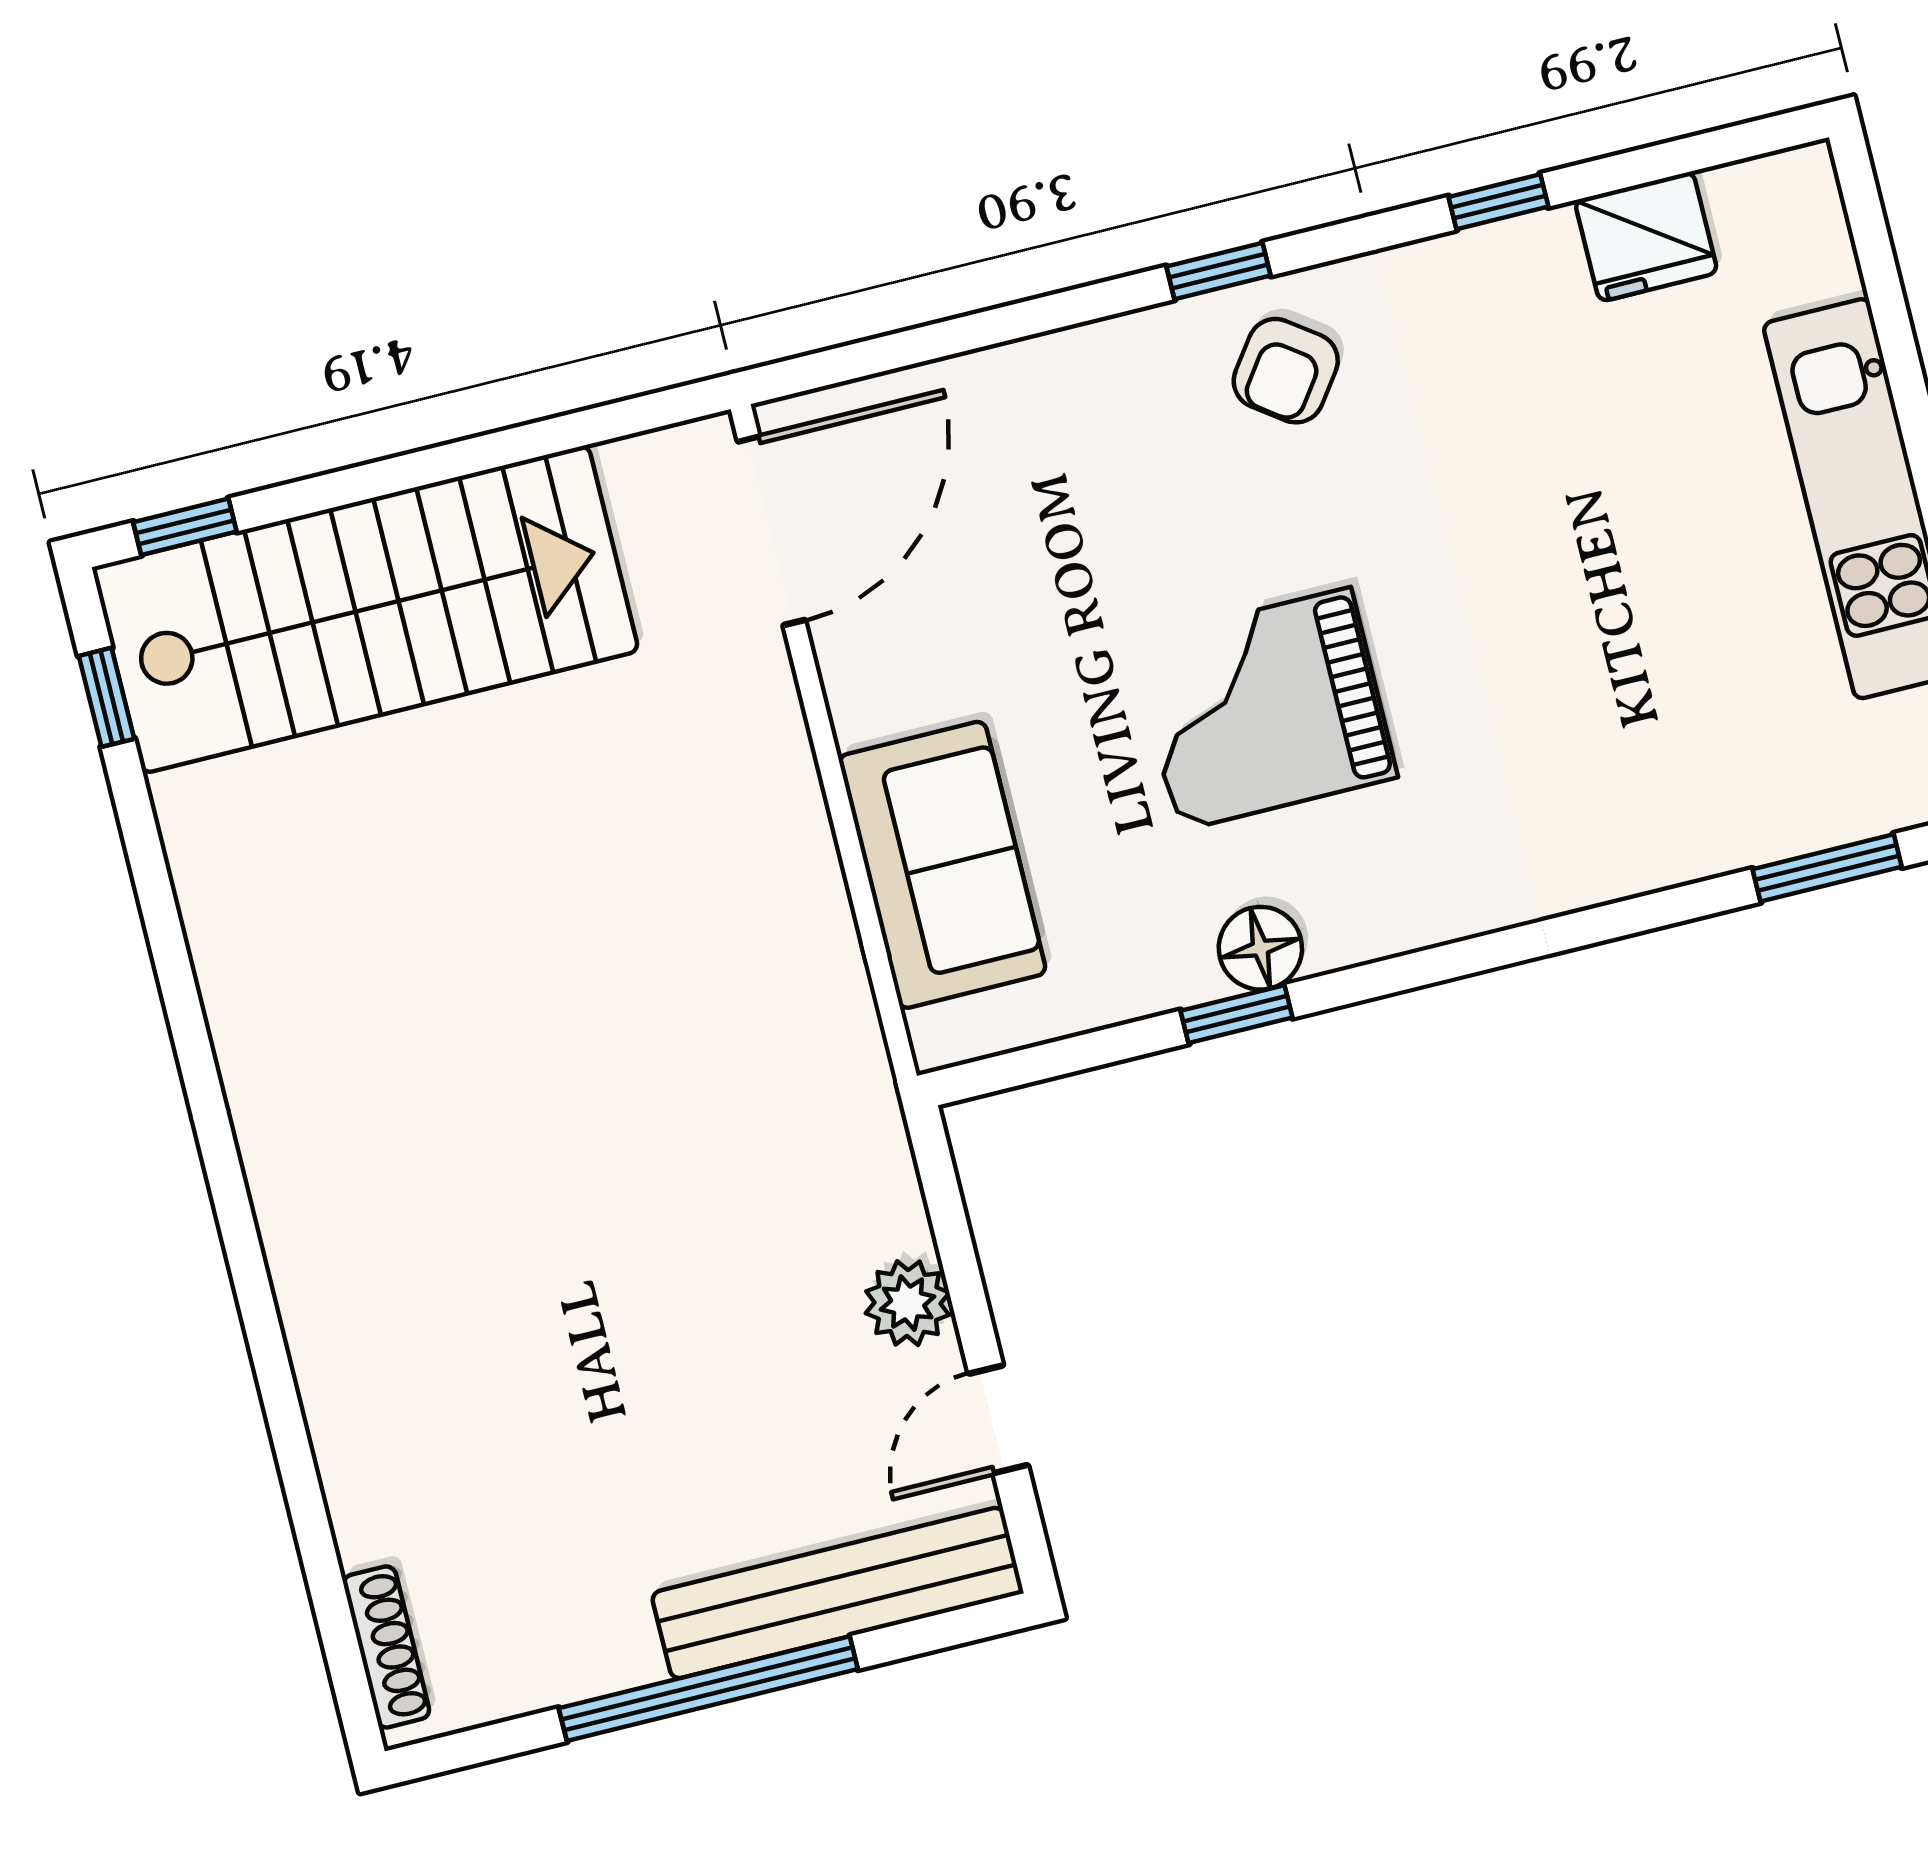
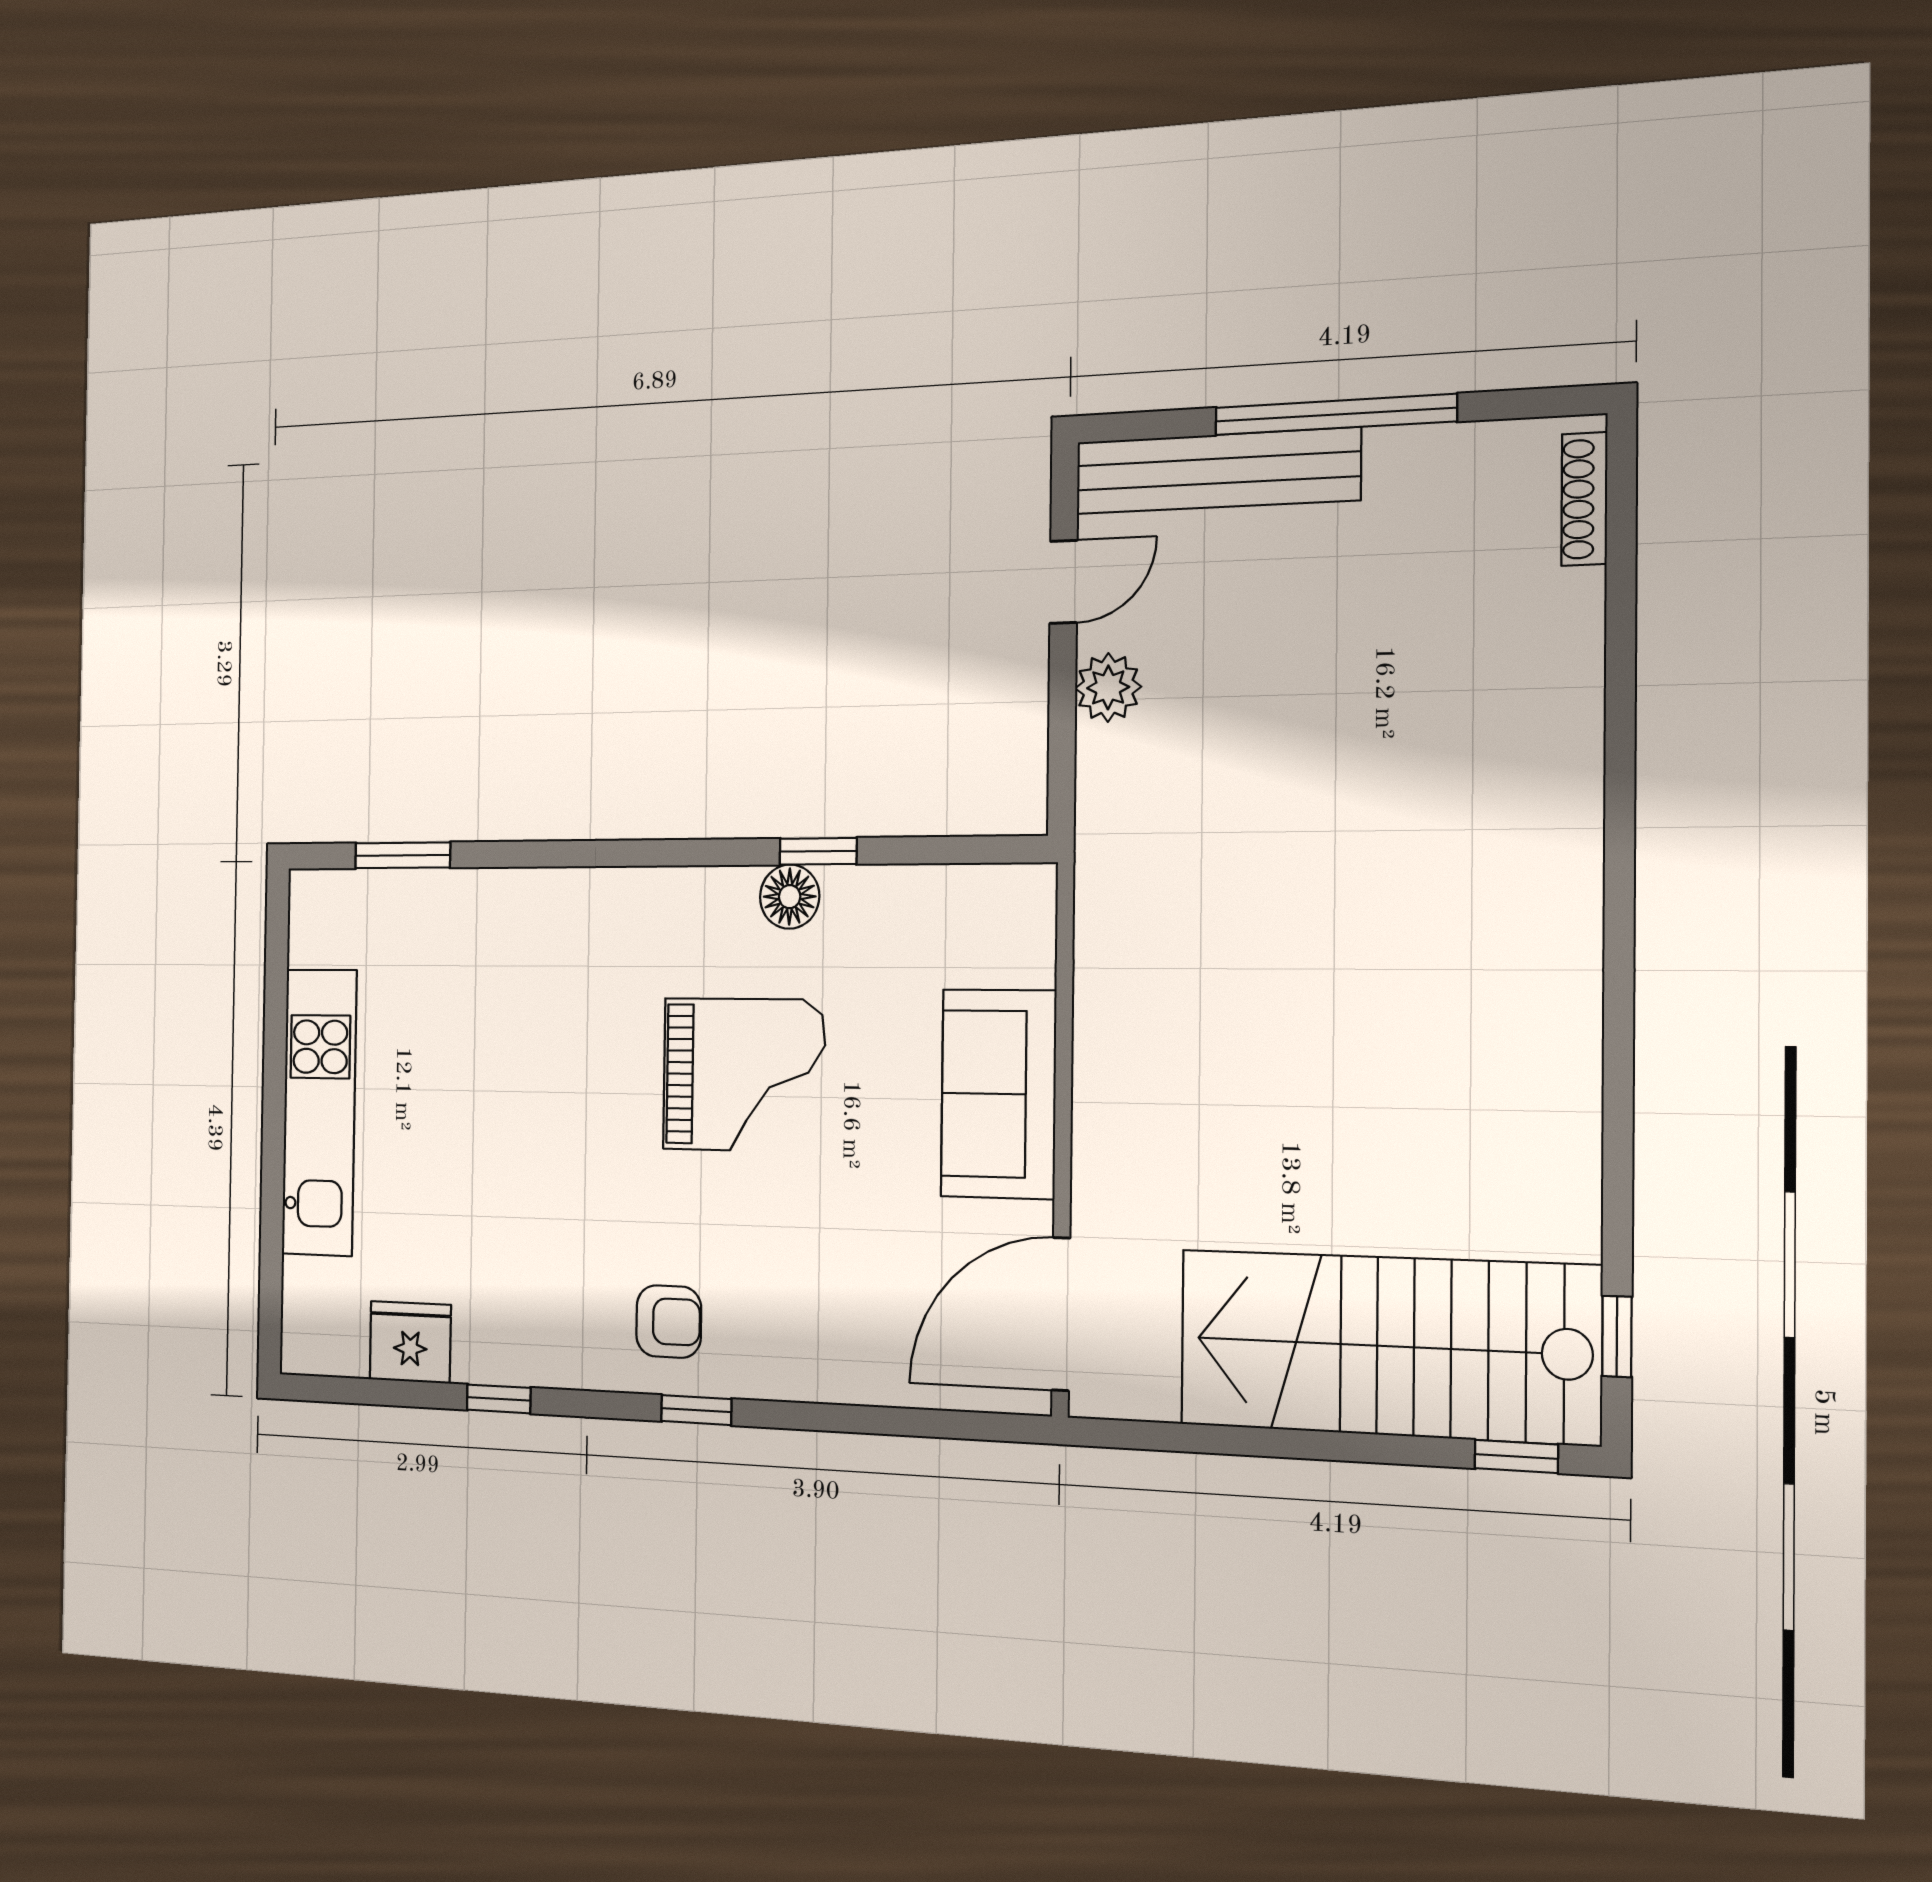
armchair: (1286, 371) -> (669, 1322), turned 54
sofa: (942, 865) -> (998, 1094), moved

